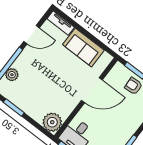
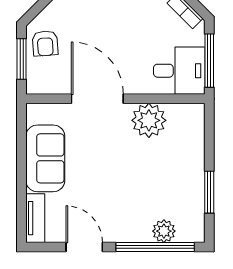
plant: (52, 122) -> (149, 120), moved

